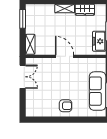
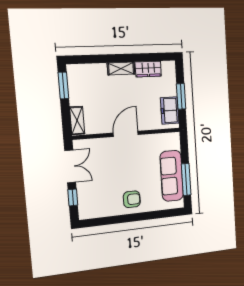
door: (65, 56) -> (126, 134), hinge flipped
window: (23, 100) -> (73, 197), added

